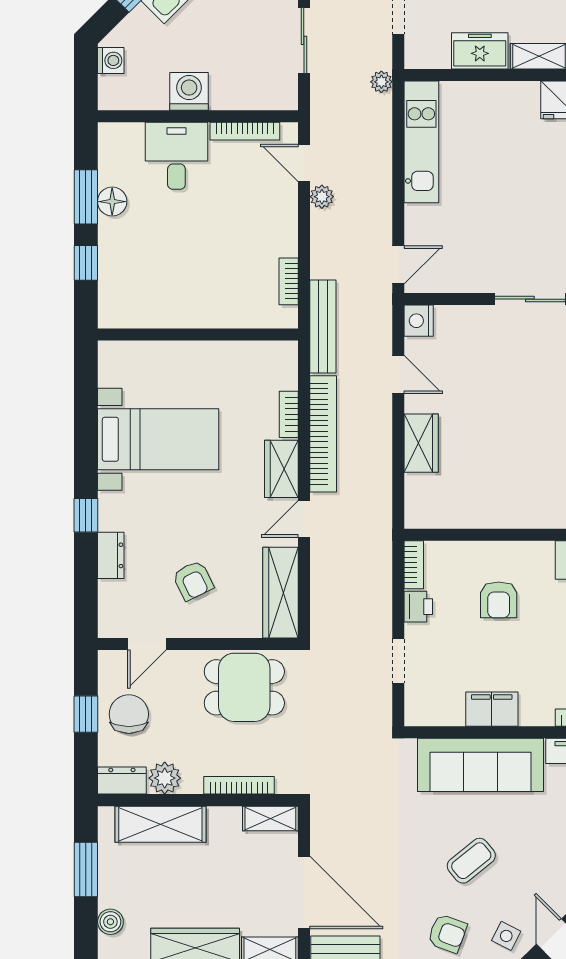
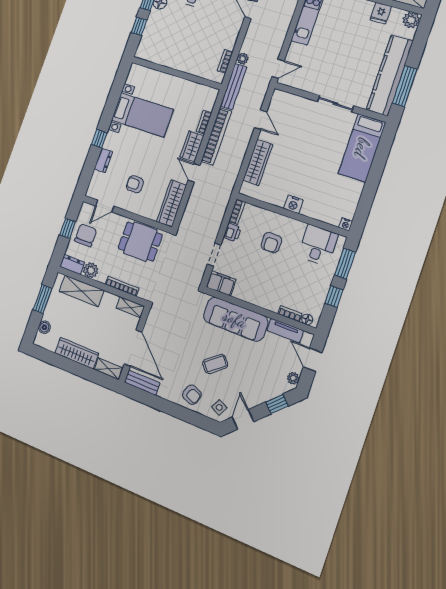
plant: (322, 197) -> (243, 59), moved
nightstand: (419, 321) -> (293, 204), moved, turned -90
wardrobe: (421, 443) -> (258, 162), width x1.50
door: (304, 519) -> (194, 173), hinge flipped
armchair: (193, 581) -> (135, 184), turned 116
filing cabinet: (492, 709) -> (221, 283), moved

